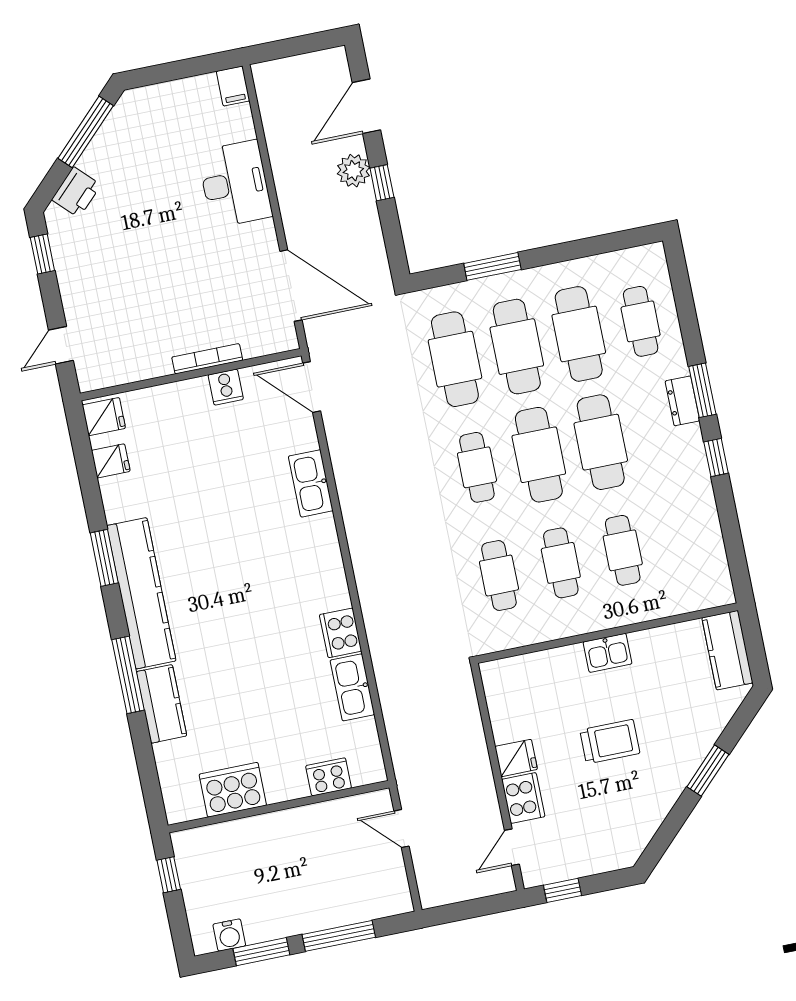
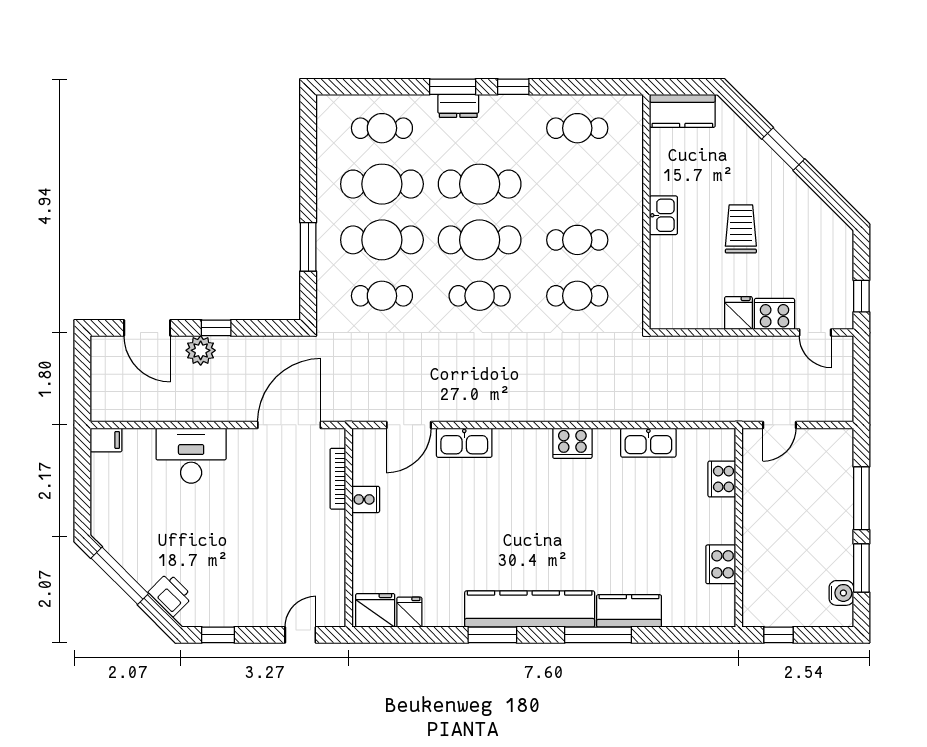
door: (61, 345) -> (300, 635), swing flipped
bookcase: (207, 359) -> (338, 479), moved
cafe table: (455, 359) -> (382, 296), width x0.73, depth x0.74
door: (312, 387) -> (409, 425), moved
fridge: (104, 417) -> (375, 610), width x1.38
cafe table: (623, 550) -> (577, 128), moved
cooker: (341, 633) -> (572, 443), moved
cooker: (233, 790) -> (721, 564), width x0.73, depth x0.76

